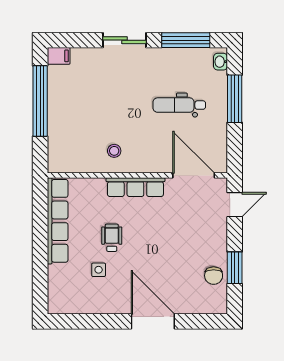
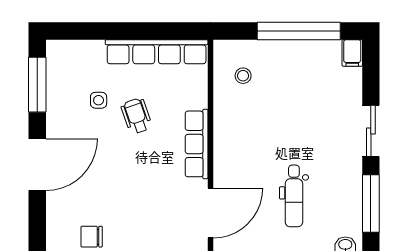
dental chair: (179, 105) -> (294, 196), turned 180
stool: (114, 151) -> (243, 76), moved
wheelchair: (112, 238) -> (136, 116), turned -109
window: (85, 321) -> (37, 85), added

